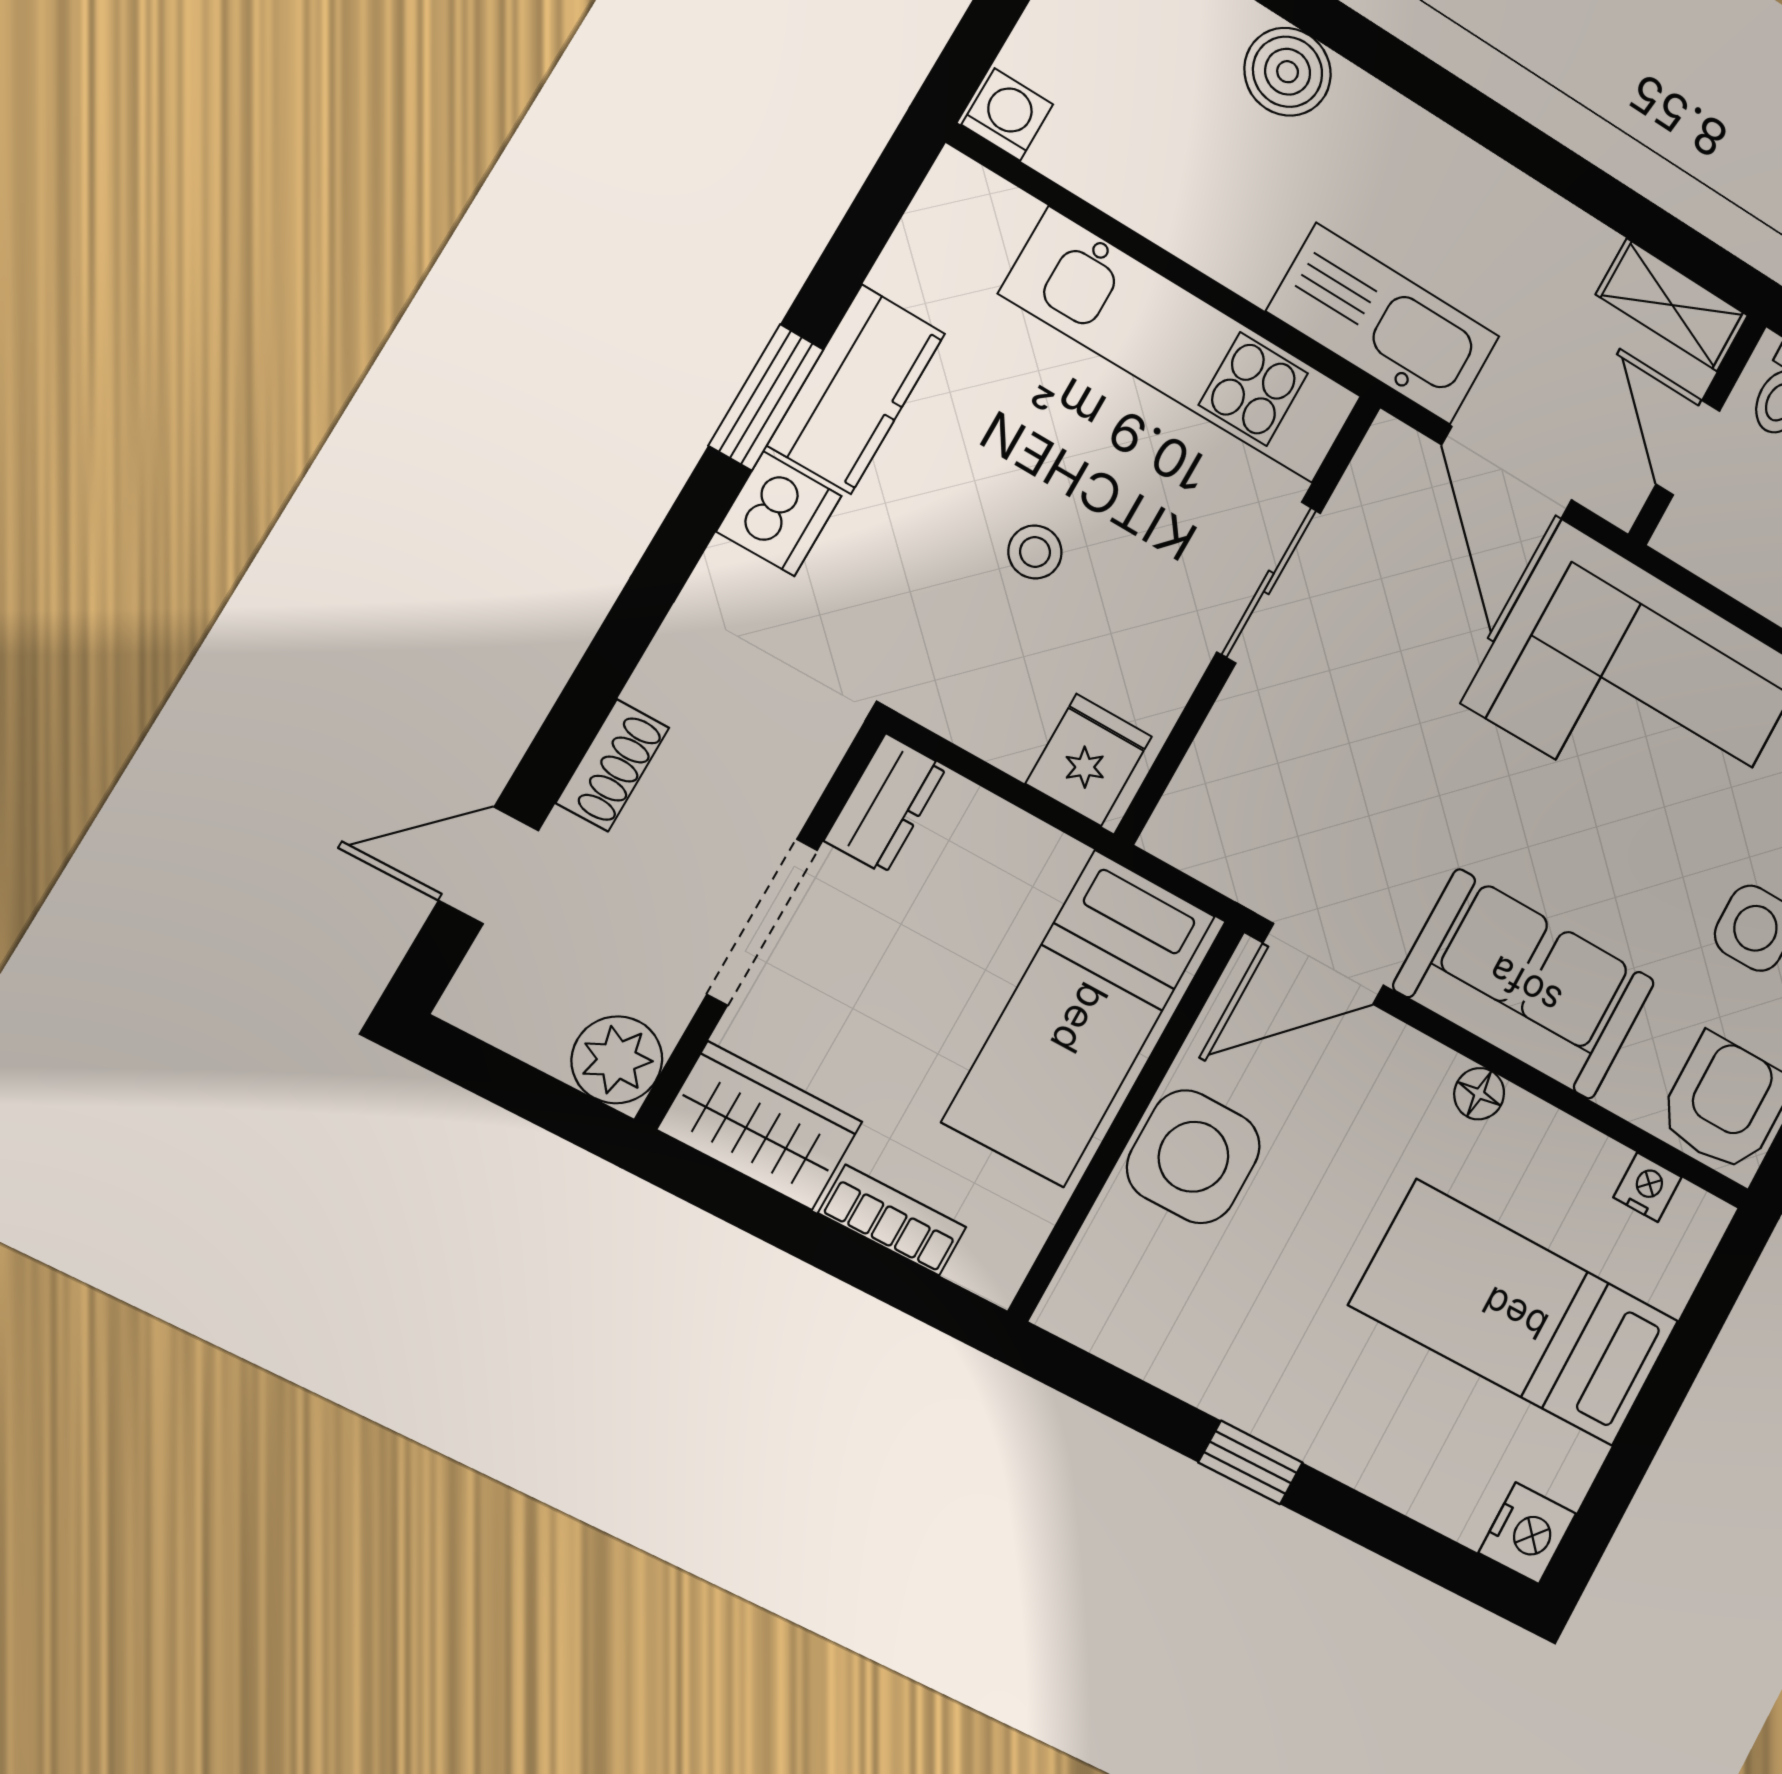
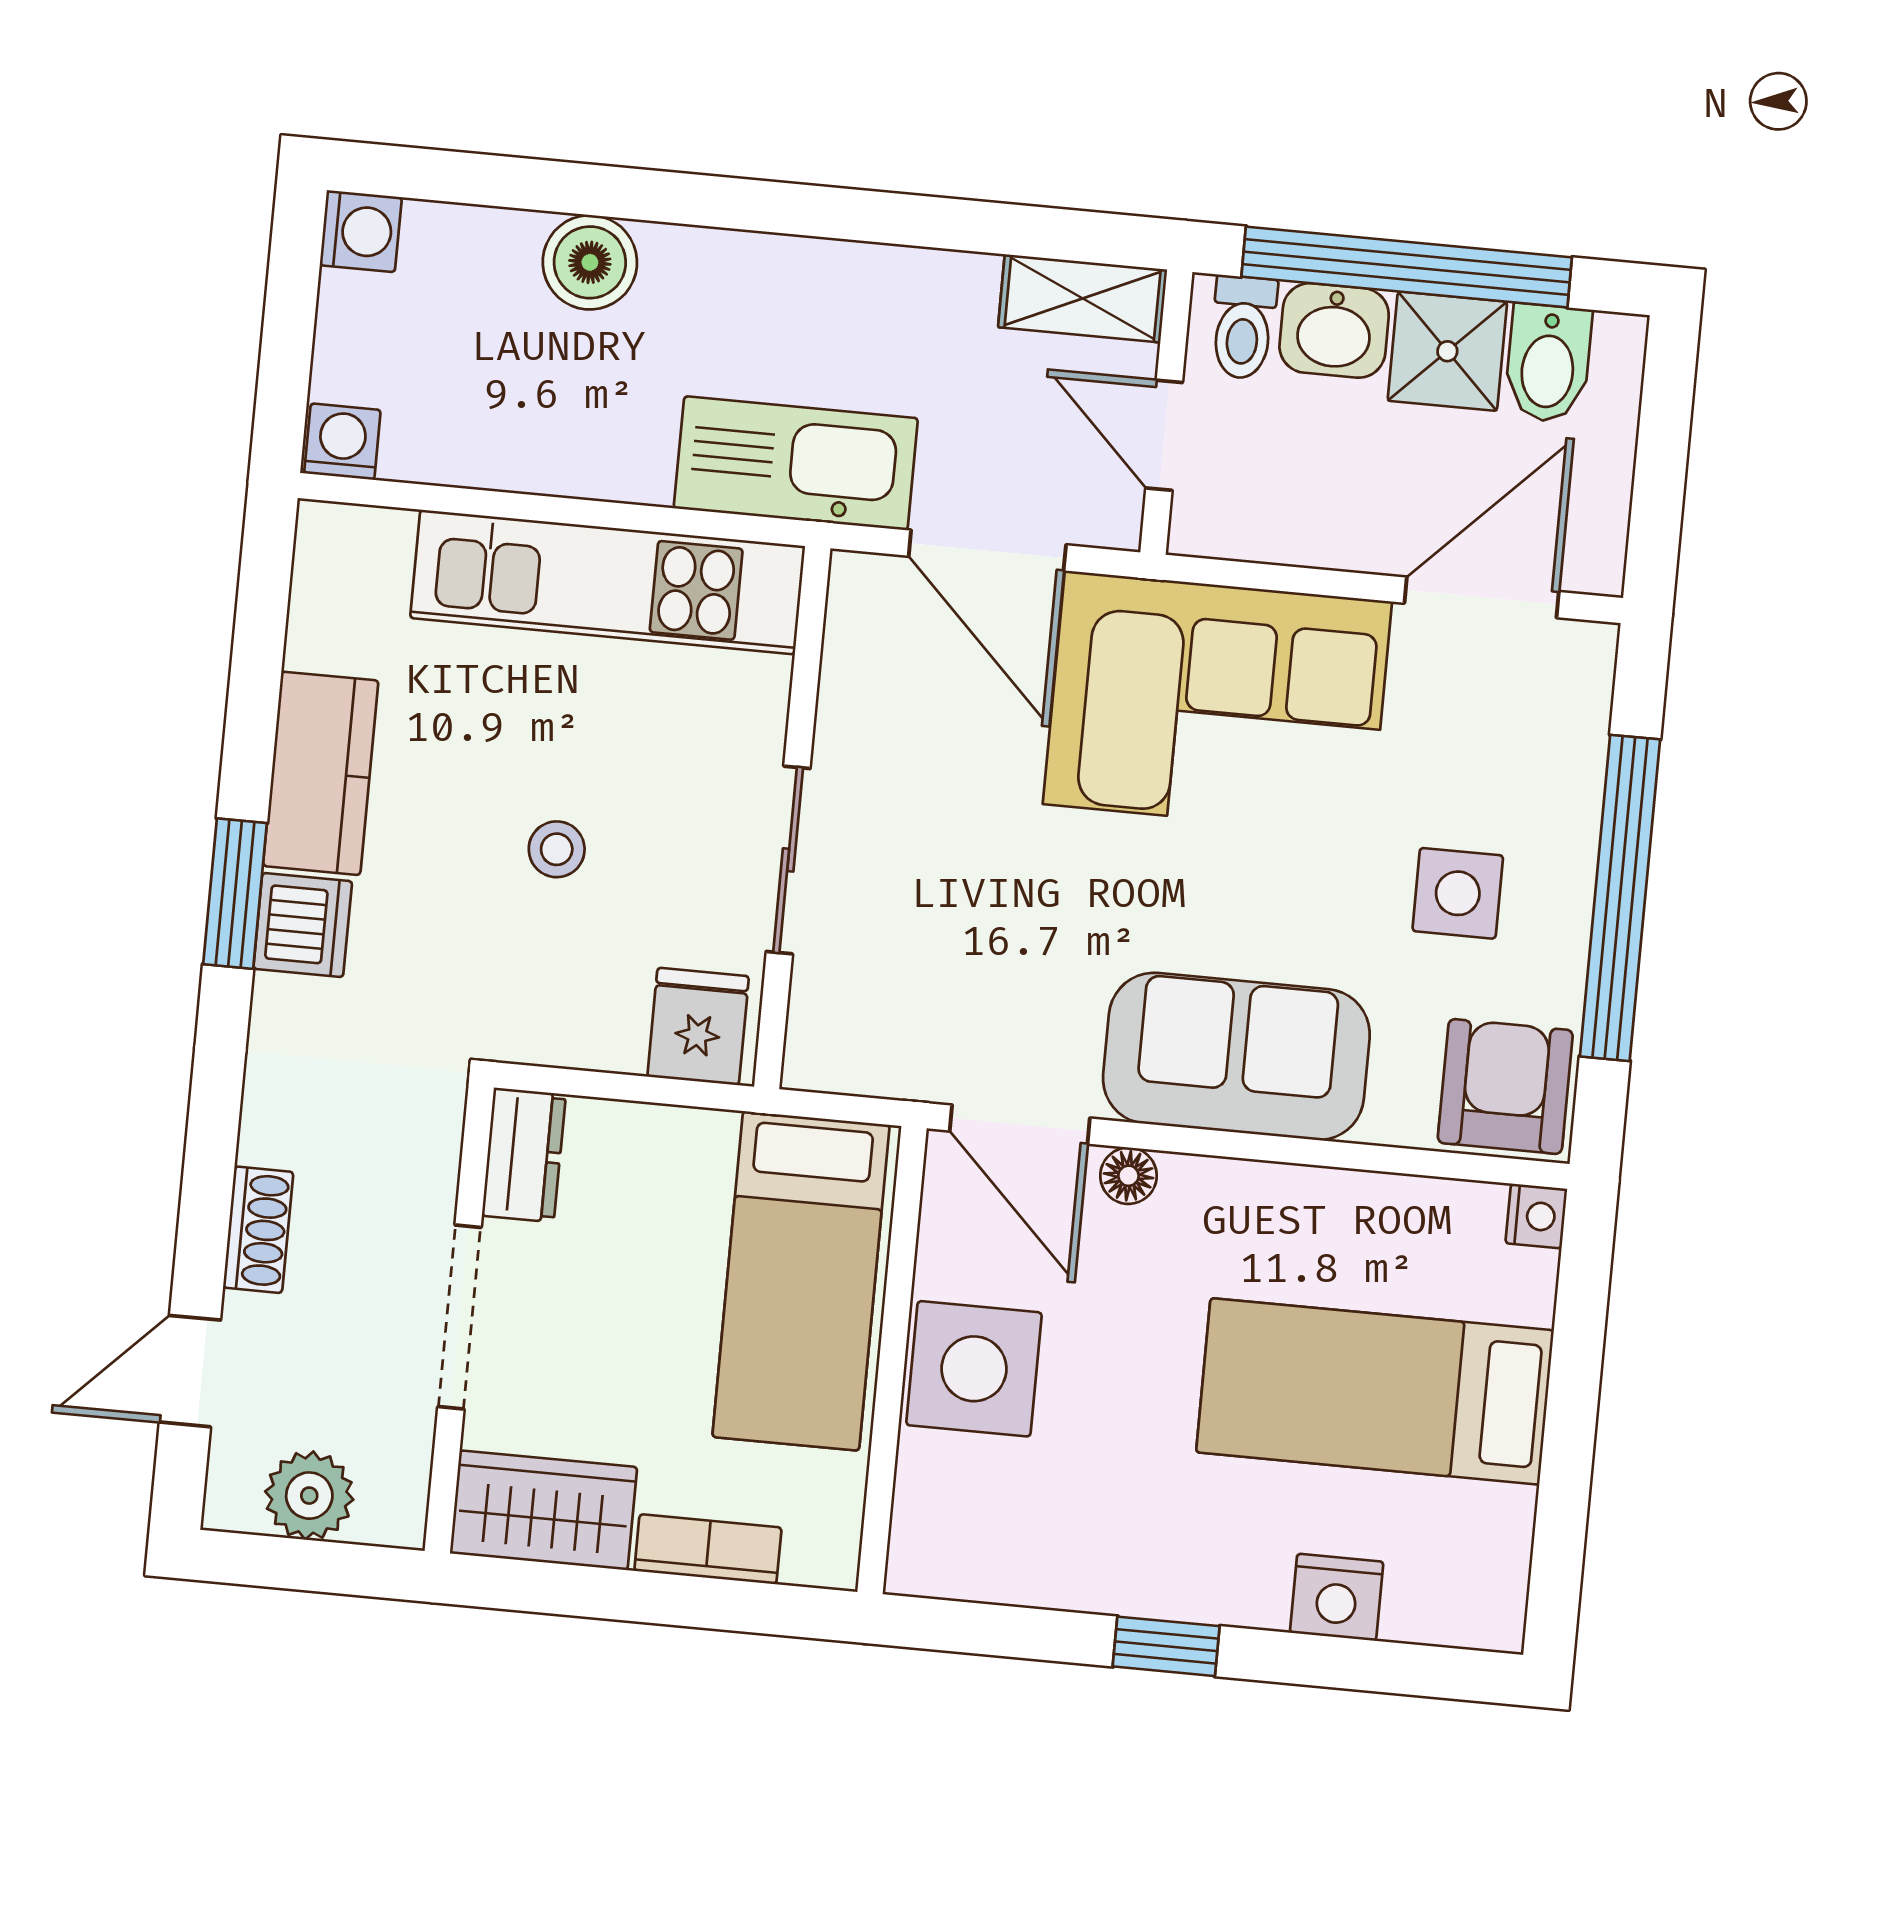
window: (766, 397) -> (235, 894), moved
sliding door: (1269, 582) -> (788, 860), moved
door: (1323, 964) -> (1020, 1125), hinge flipped
plant: (617, 1060) -> (309, 1496), moved
floor lamp: (1479, 1094) -> (1129, 1176), moved
nightstand: (1647, 1187) -> (1536, 1216), moved, turned 90
nightstand: (1527, 1533) -> (1337, 1597), moved, turned 90

